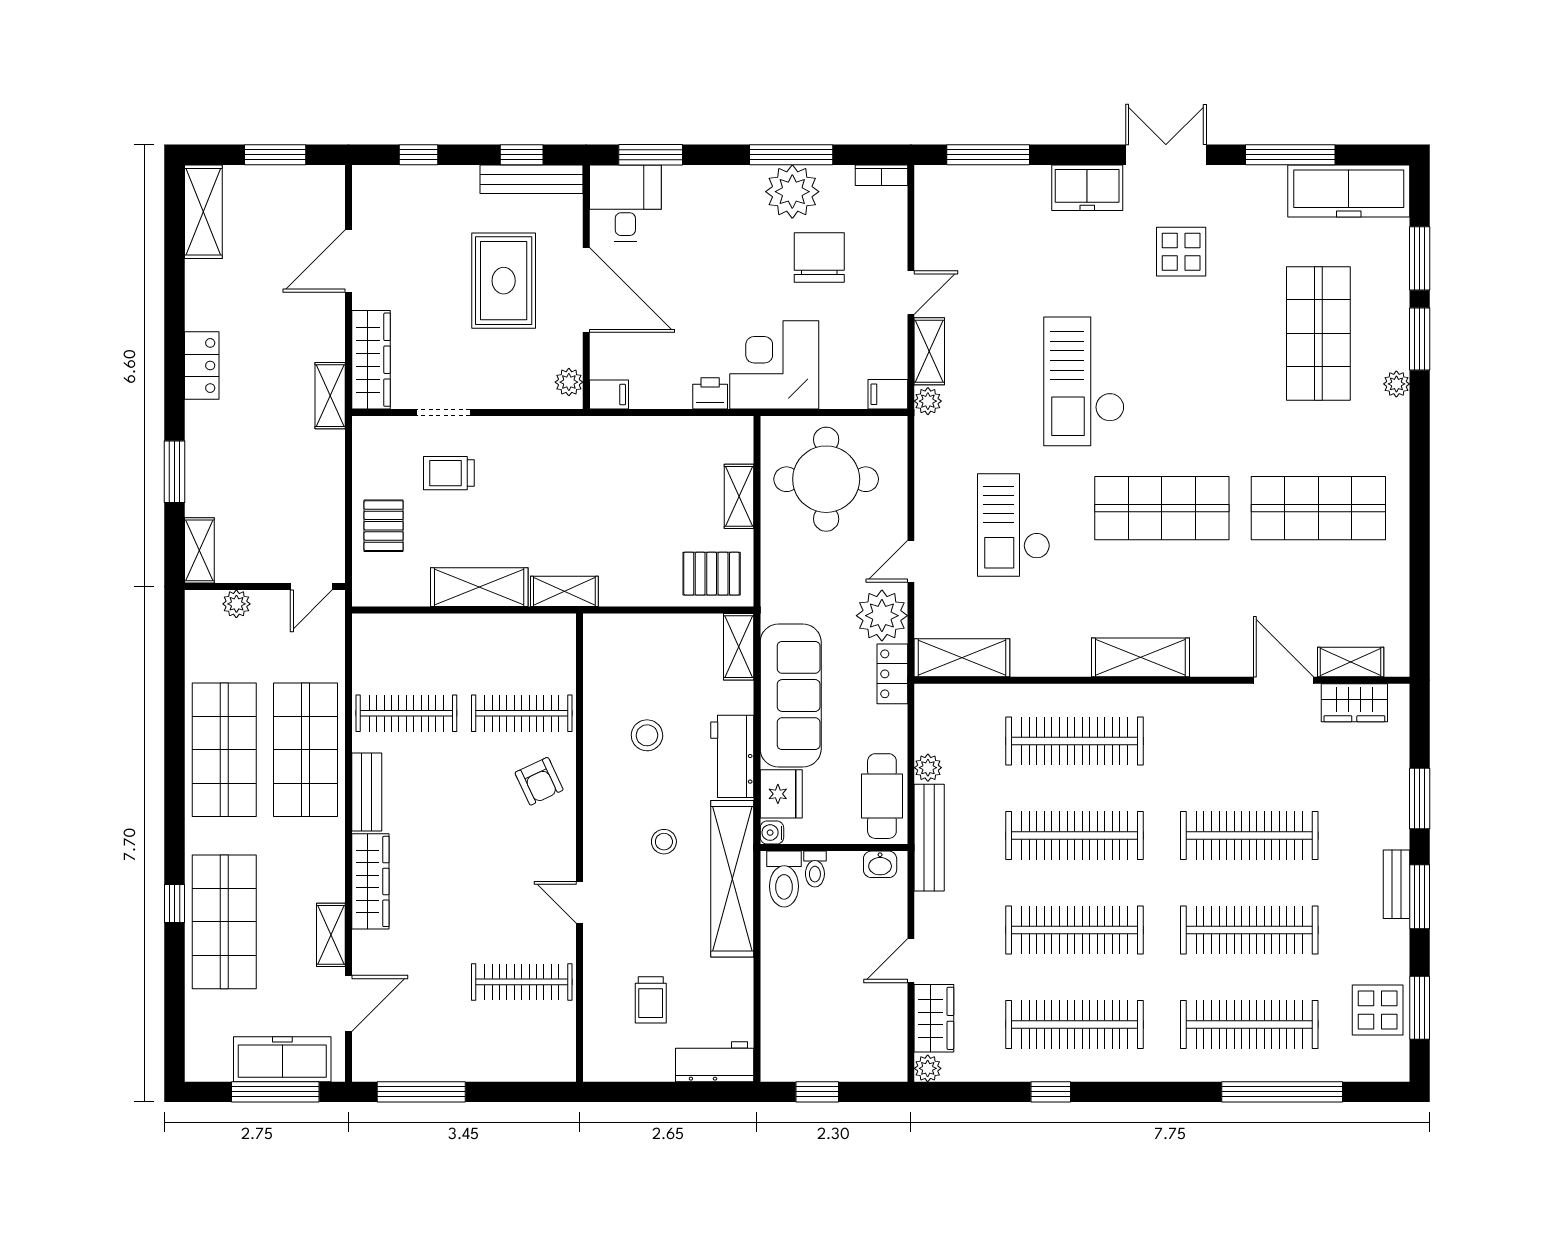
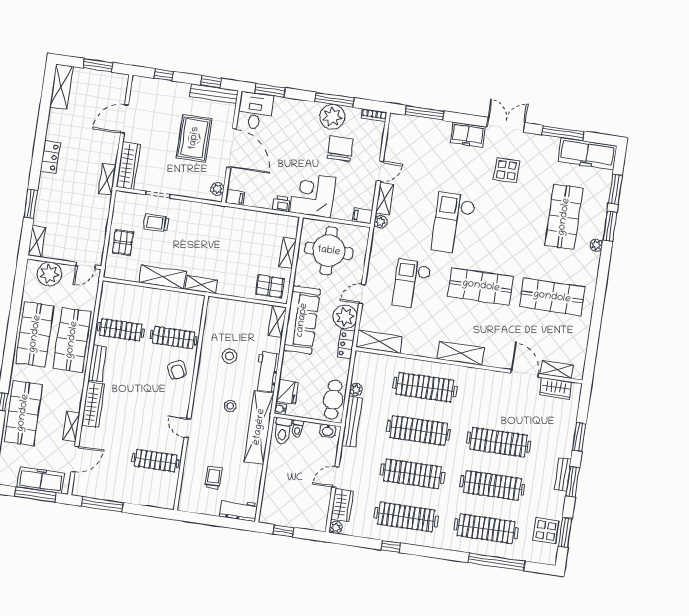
plant: (236, 604) -> (49, 274), width x1.88, depth x1.88
sofa: (791, 695) -> (302, 320), moved
trolley: (651, 1000) -> (214, 477), turned 180

